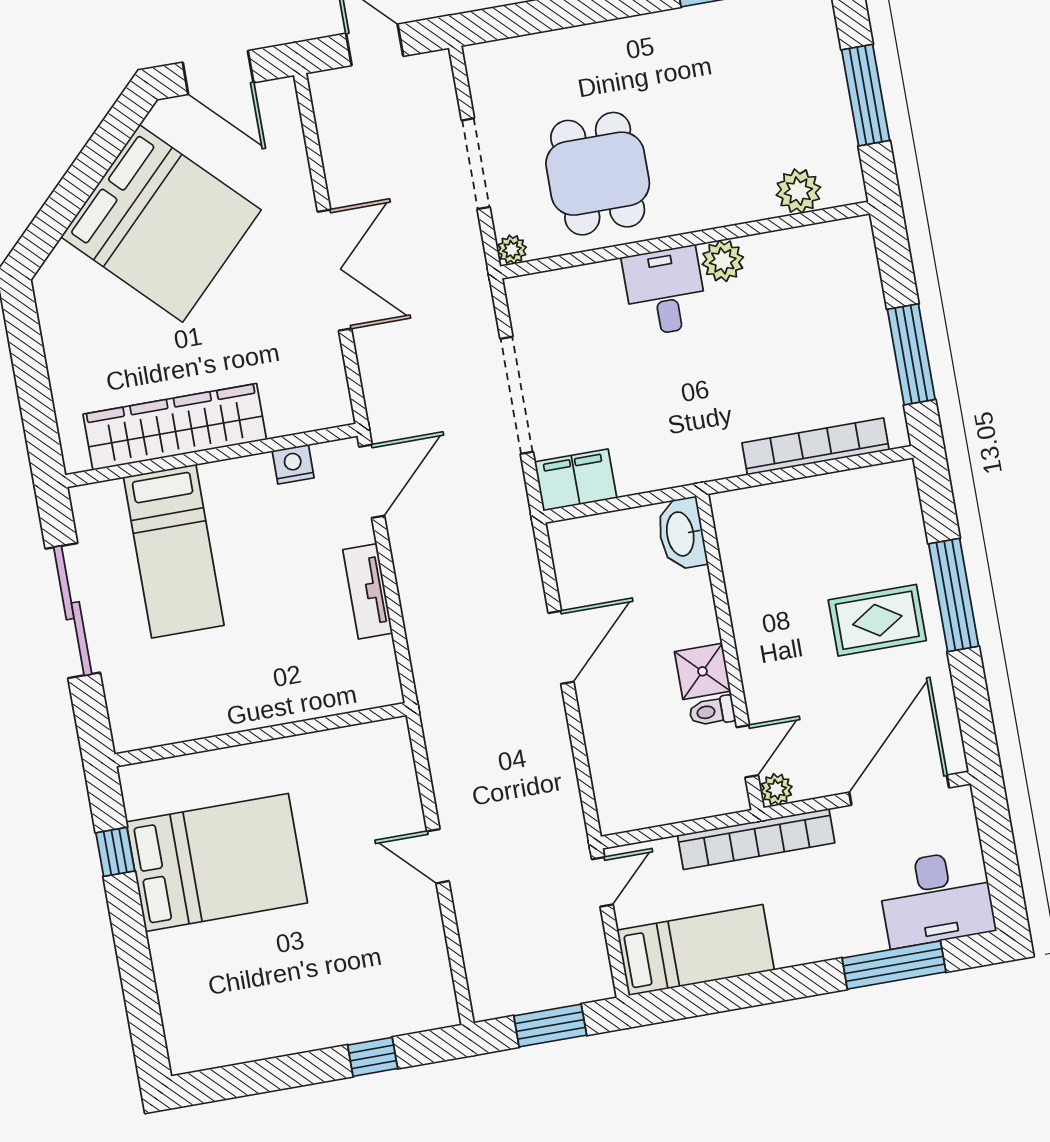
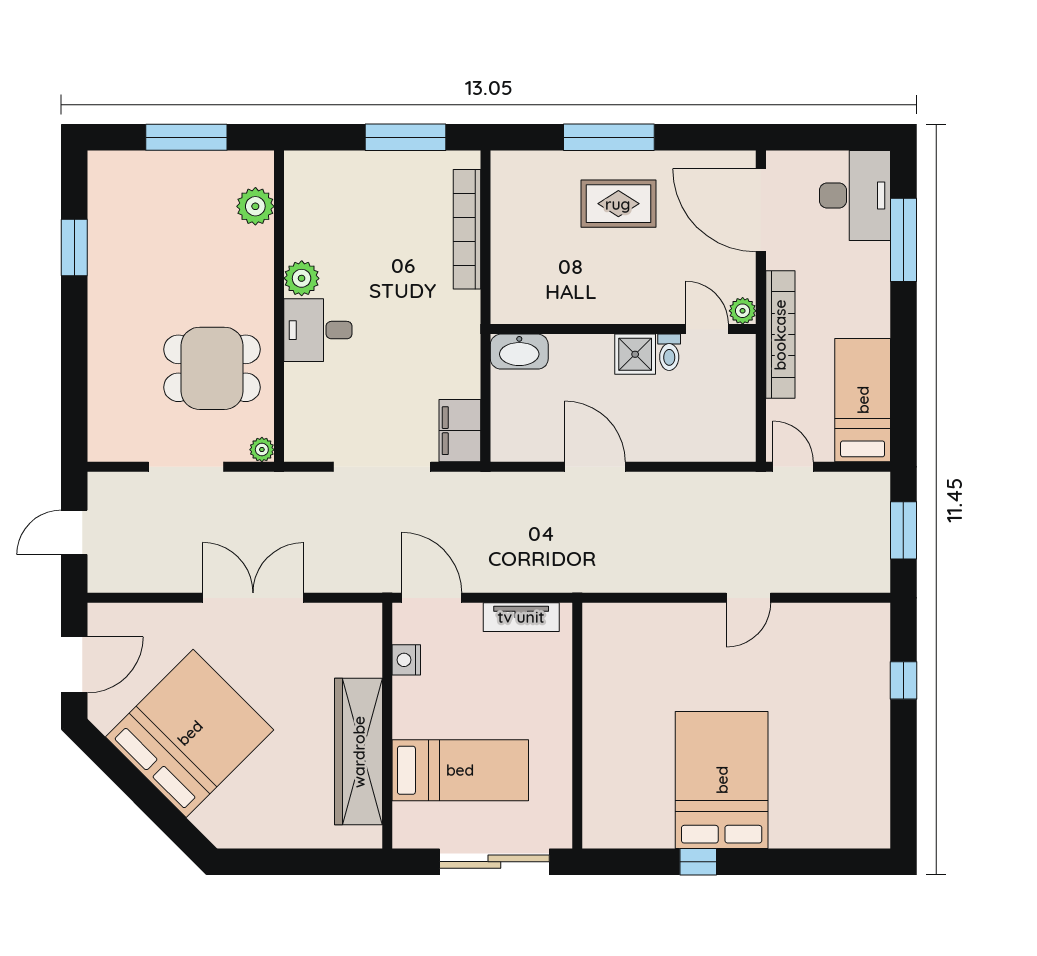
rug: (877, 620) -> (618, 204), turned 90
wall: (261, 735) -> (577, 726), moved

